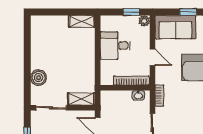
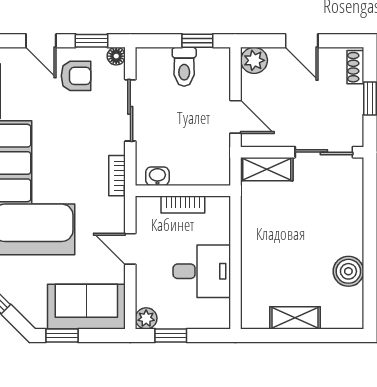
shelving: (82, 21) -> (295, 318), moved
boiler: (38, 78) -> (348, 271), moved
bookcase: (131, 80) -> (183, 205), width x0.64

